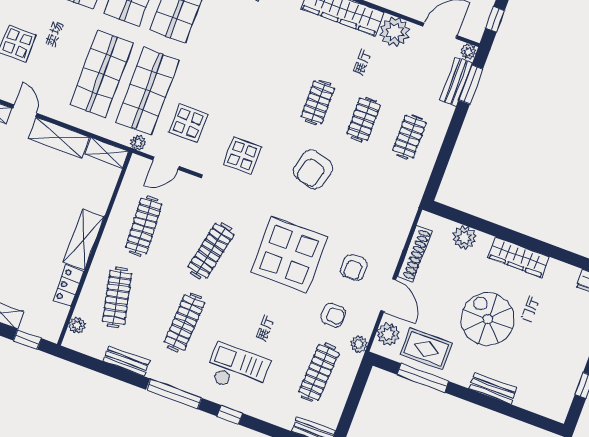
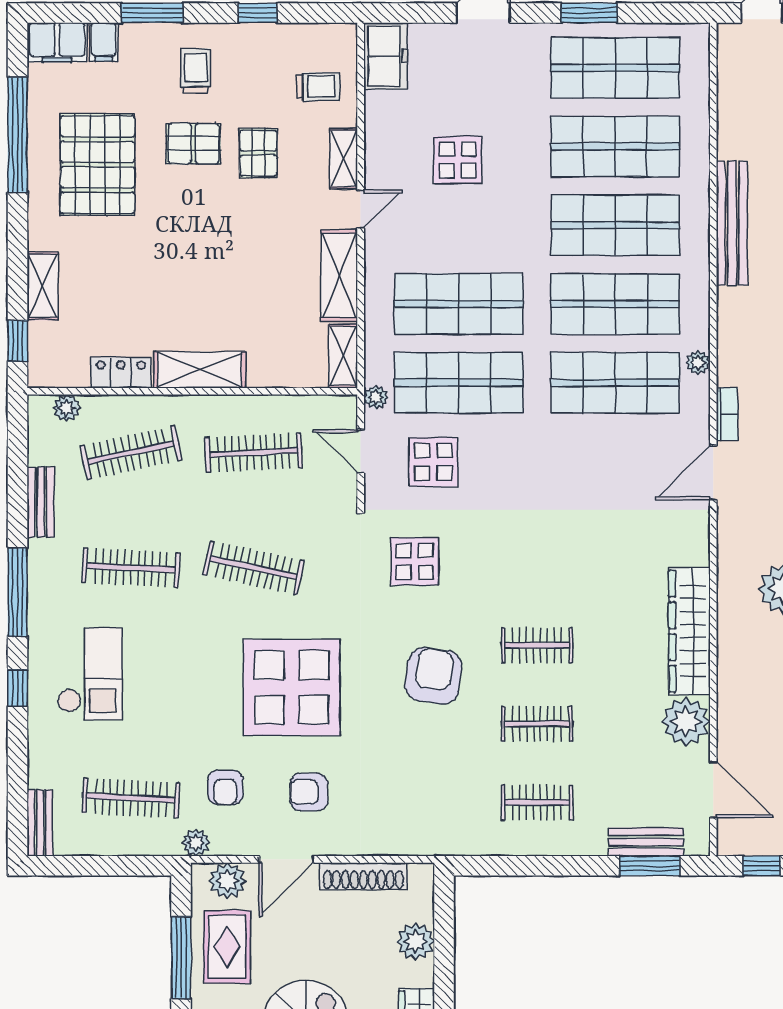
plant: (469, 52) -> (698, 844), removed
armchair: (313, 169) -> (433, 676), turned 84

